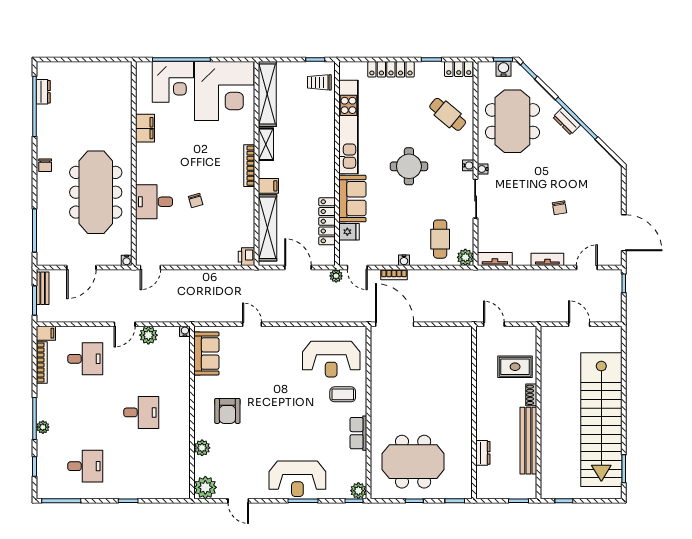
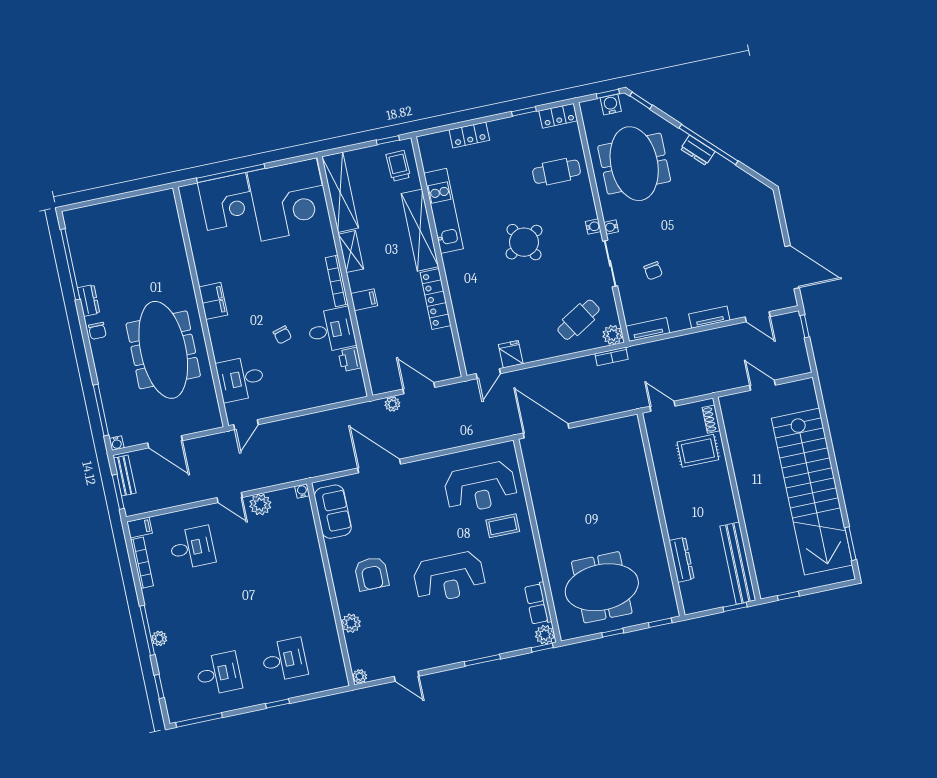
locker: (391, 69) -> (469, 135), width x0.66
trolley: (319, 82) -> (398, 166), turned 88
dresser: (43, 92) -> (89, 300), moved
cafe table: (448, 114) -> (557, 172), turned -40
kitchen unit: (349, 127) -> (443, 211), width x0.73
filing cabinet: (145, 128) -> (213, 301), moved
round table: (409, 166) -> (524, 242), turned -31
sofa: (352, 199) -> (466, 294), removed
desk: (154, 202) -> (241, 379), moved
desk: (236, 205) -> (331, 330), added
chair: (559, 208) -> (653, 271), moved
locker: (327, 221) -> (436, 299), moved
shelving: (268, 228) -> (420, 230), moved
fridge: (349, 232) -> (511, 354), moved, turned -90
cafe table: (440, 239) -> (579, 320), turned 59
printer: (247, 257) -> (350, 359), moved
water cooler: (127, 260) -> (117, 443), moved
water cooler: (404, 260) -> (541, 353), removed
door: (81, 268) -> (165, 442), hinge flipped
door: (357, 268) -> (488, 374), hinge flipped
door: (587, 268) -> (758, 317), swing flipped
bookcase: (394, 275) -> (612, 356), moved
plant: (336, 276) -> (392, 404), moved
door: (125, 324) -> (230, 498), hinge flipped
door: (252, 324) -> (379, 466), width x1.87
shoe rack: (531, 395) -> (711, 419), moved
desk: (141, 412) -> (284, 660), moved
row of seats: (358, 433) -> (538, 604), moved
bench: (528, 441) -> (738, 563), moved
dresser: (483, 453) -> (682, 560), width x1.44
reception desk: (297, 479) -> (449, 577), moved
plant: (205, 487) -> (360, 676), width x0.53, depth x0.53

